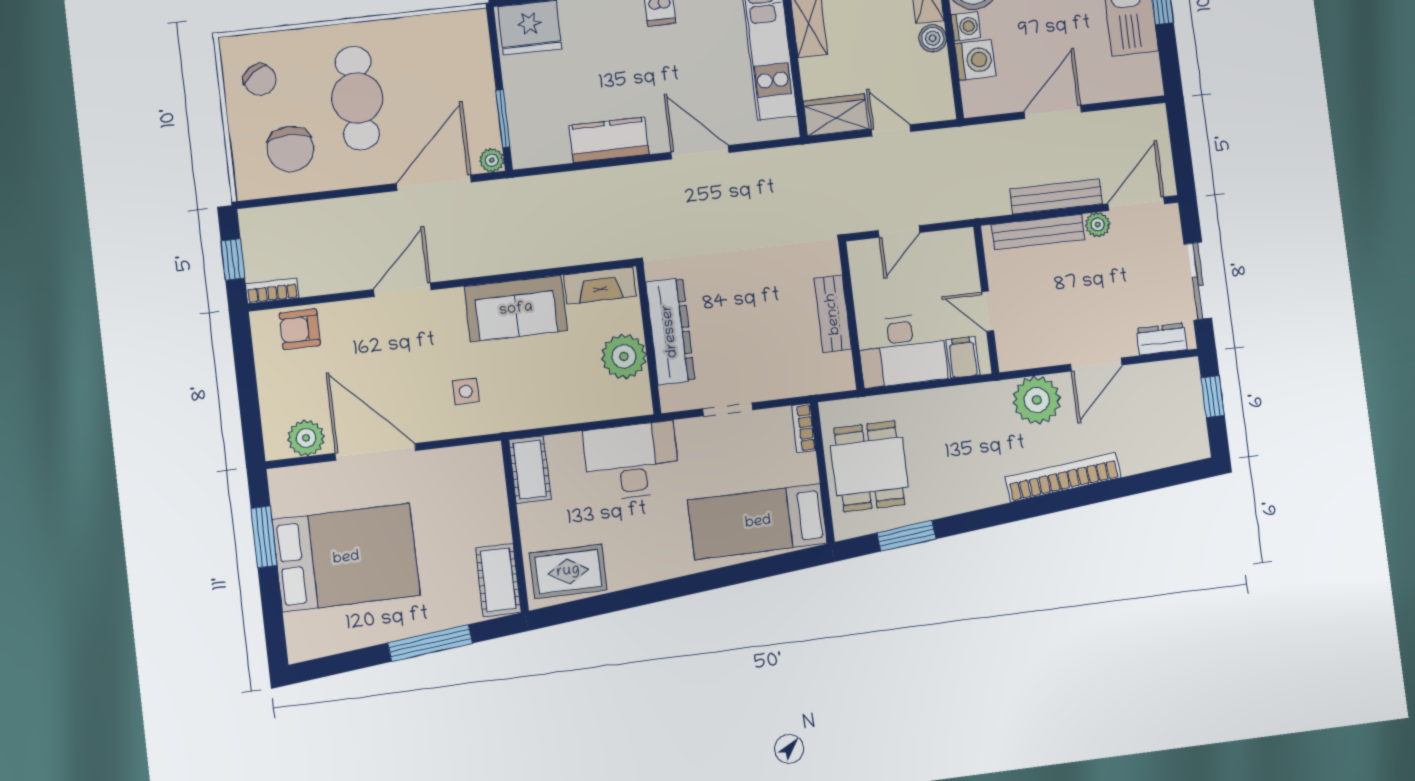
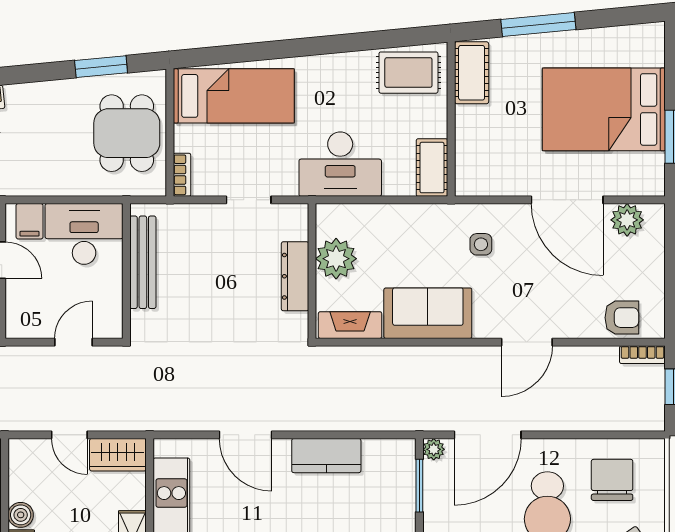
bench: (833, 314) -> (143, 262), width x1.36
dresser: (670, 331) -> (295, 276), width x0.73, depth x0.80

